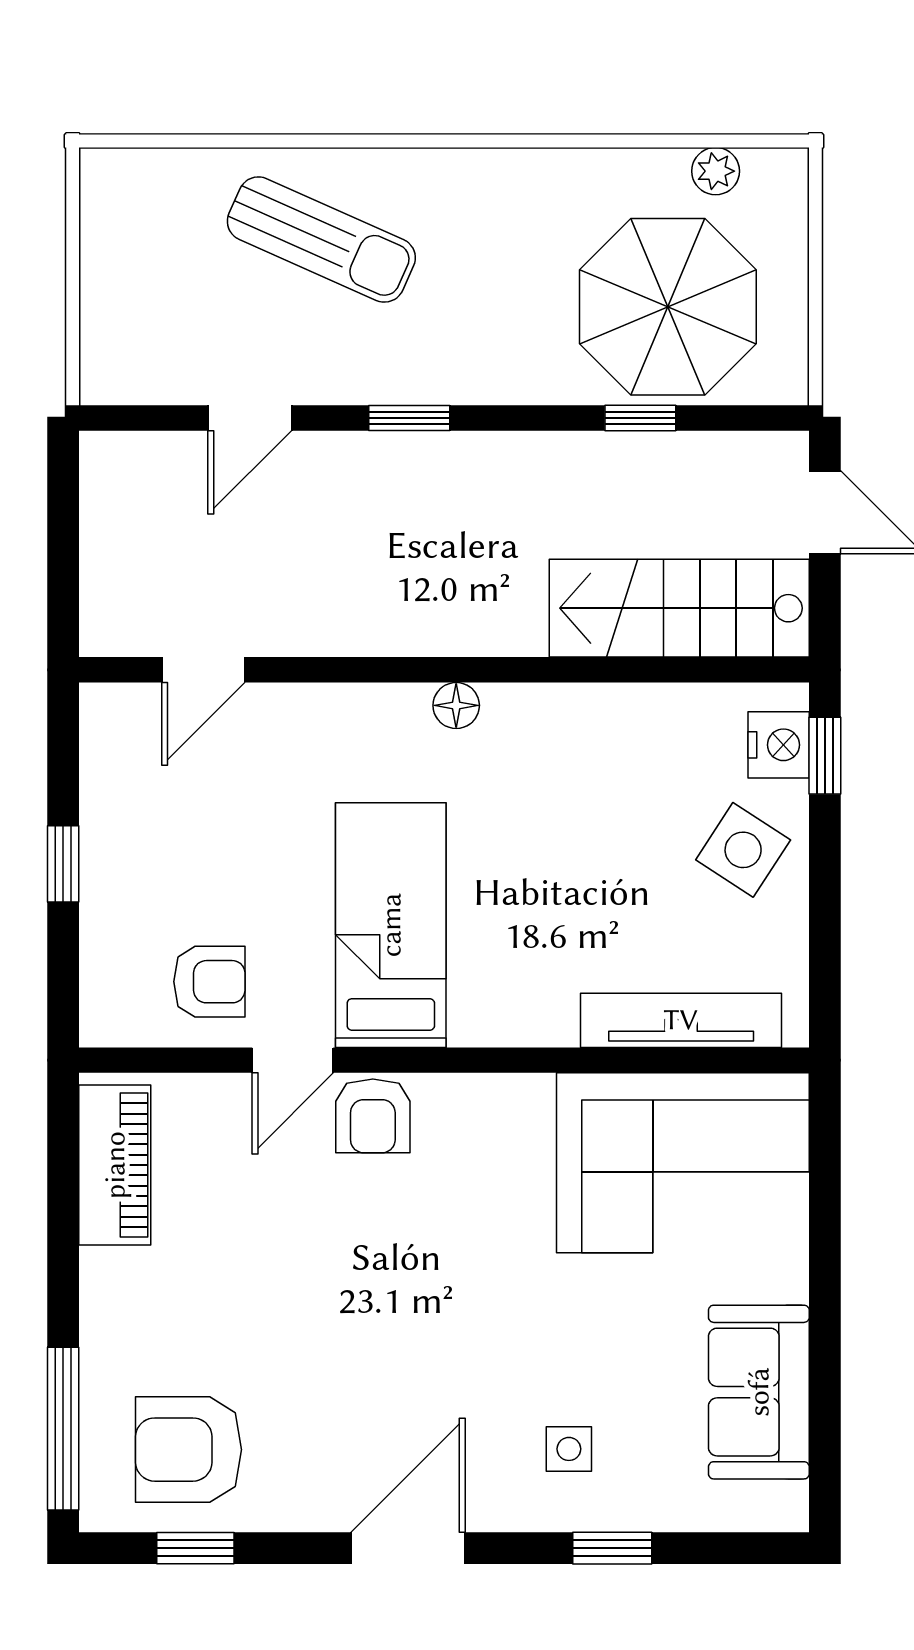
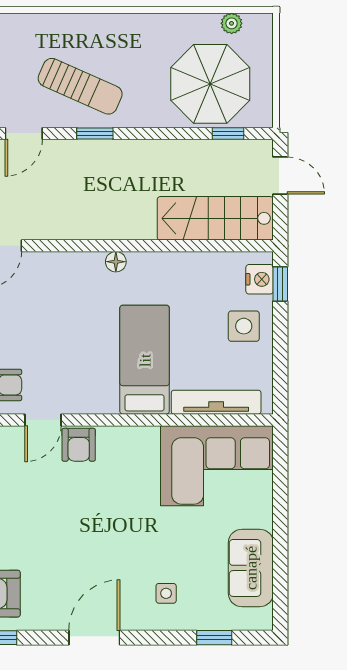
sun lounger: (321, 240) -> (80, 86), moved
window: (640, 418) -> (228, 133), moved
side table: (743, 850) -> (244, 326), turned -33
bed: (391, 925) -> (145, 360), moved
window: (612, 1548) -> (214, 638), moved

